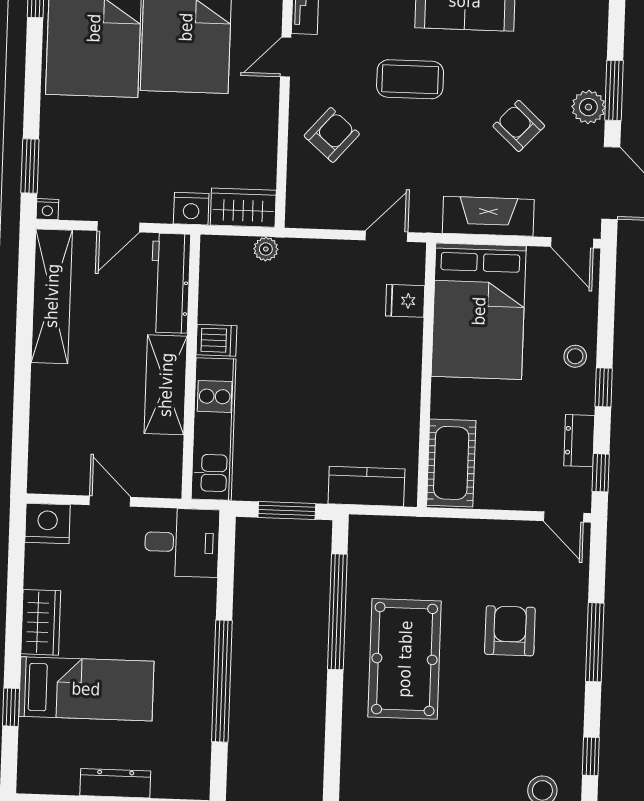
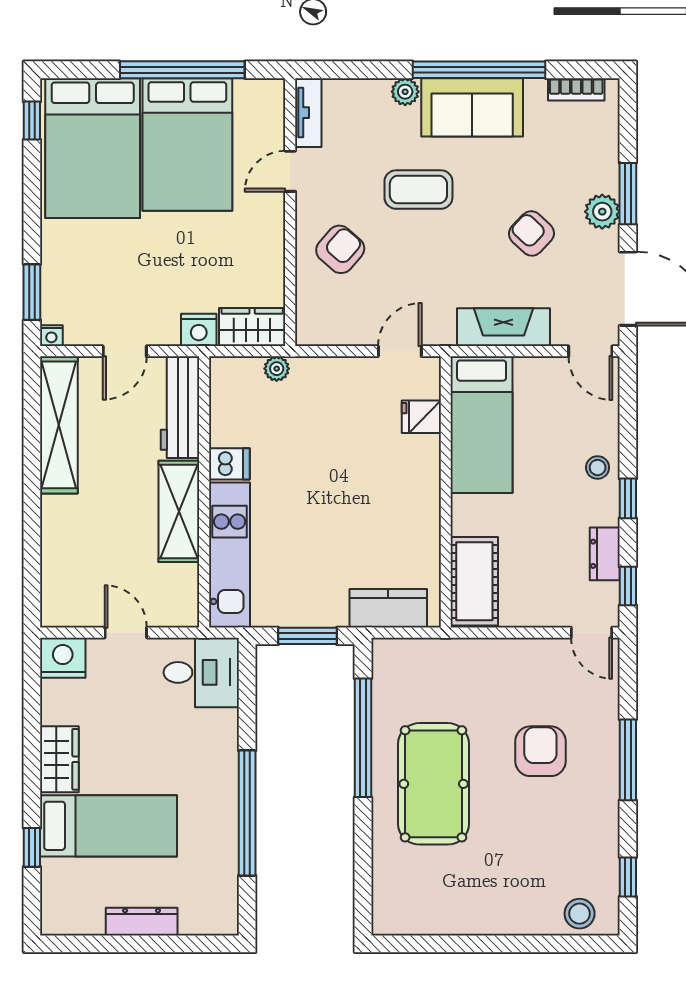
bed: (479, 311) -> (482, 425), width x0.67

